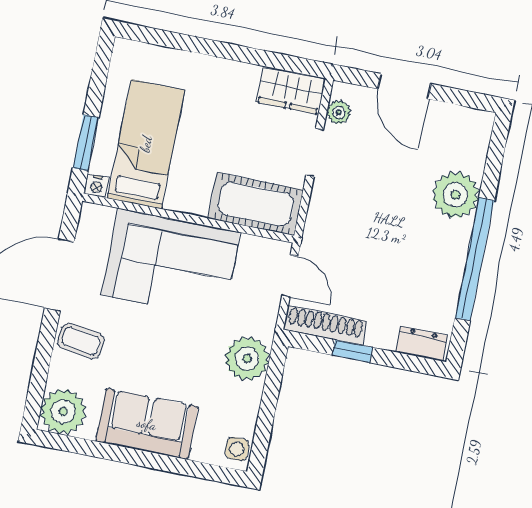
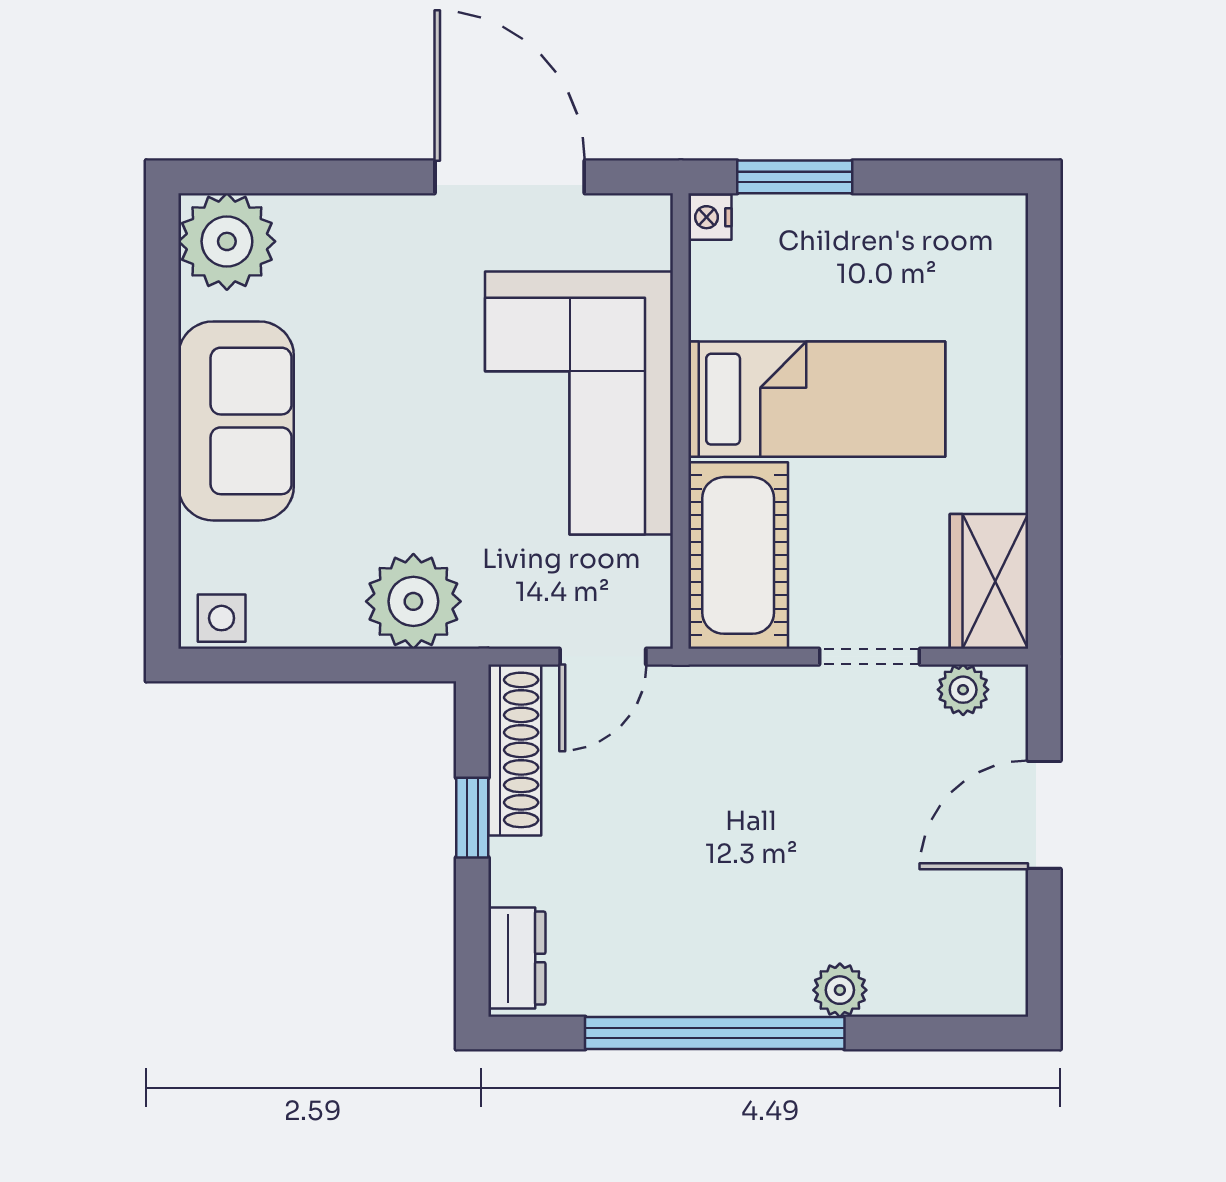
bed: (146, 144) -> (817, 399), moved
plant: (456, 195) -> (840, 990), width x0.53, depth x0.53
coffee table: (81, 341) -> (381, 249), removed

